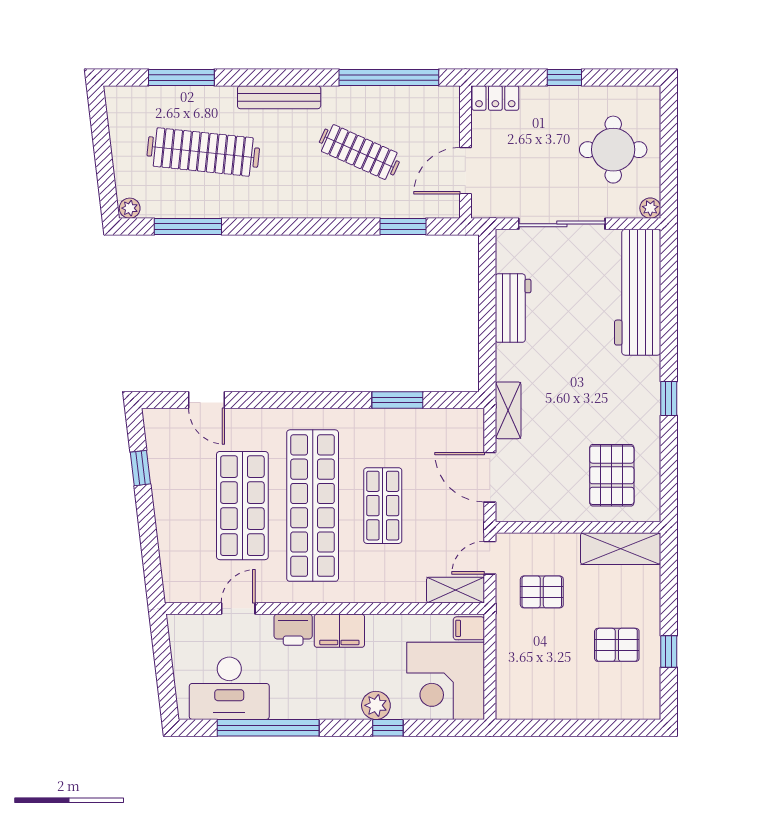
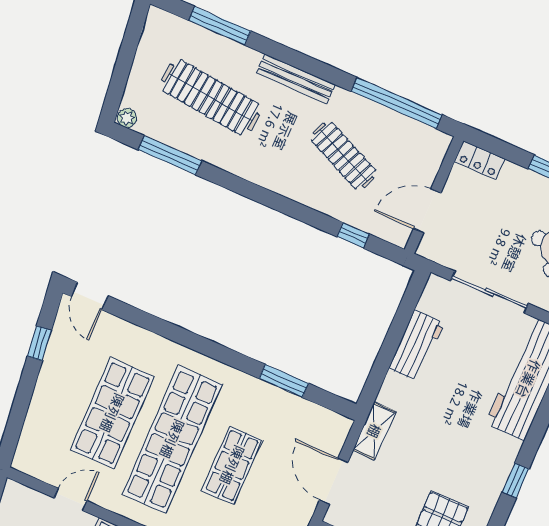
window: (403, 227) -> (353, 235), width x0.67
door: (207, 400) -> (90, 296), moved

